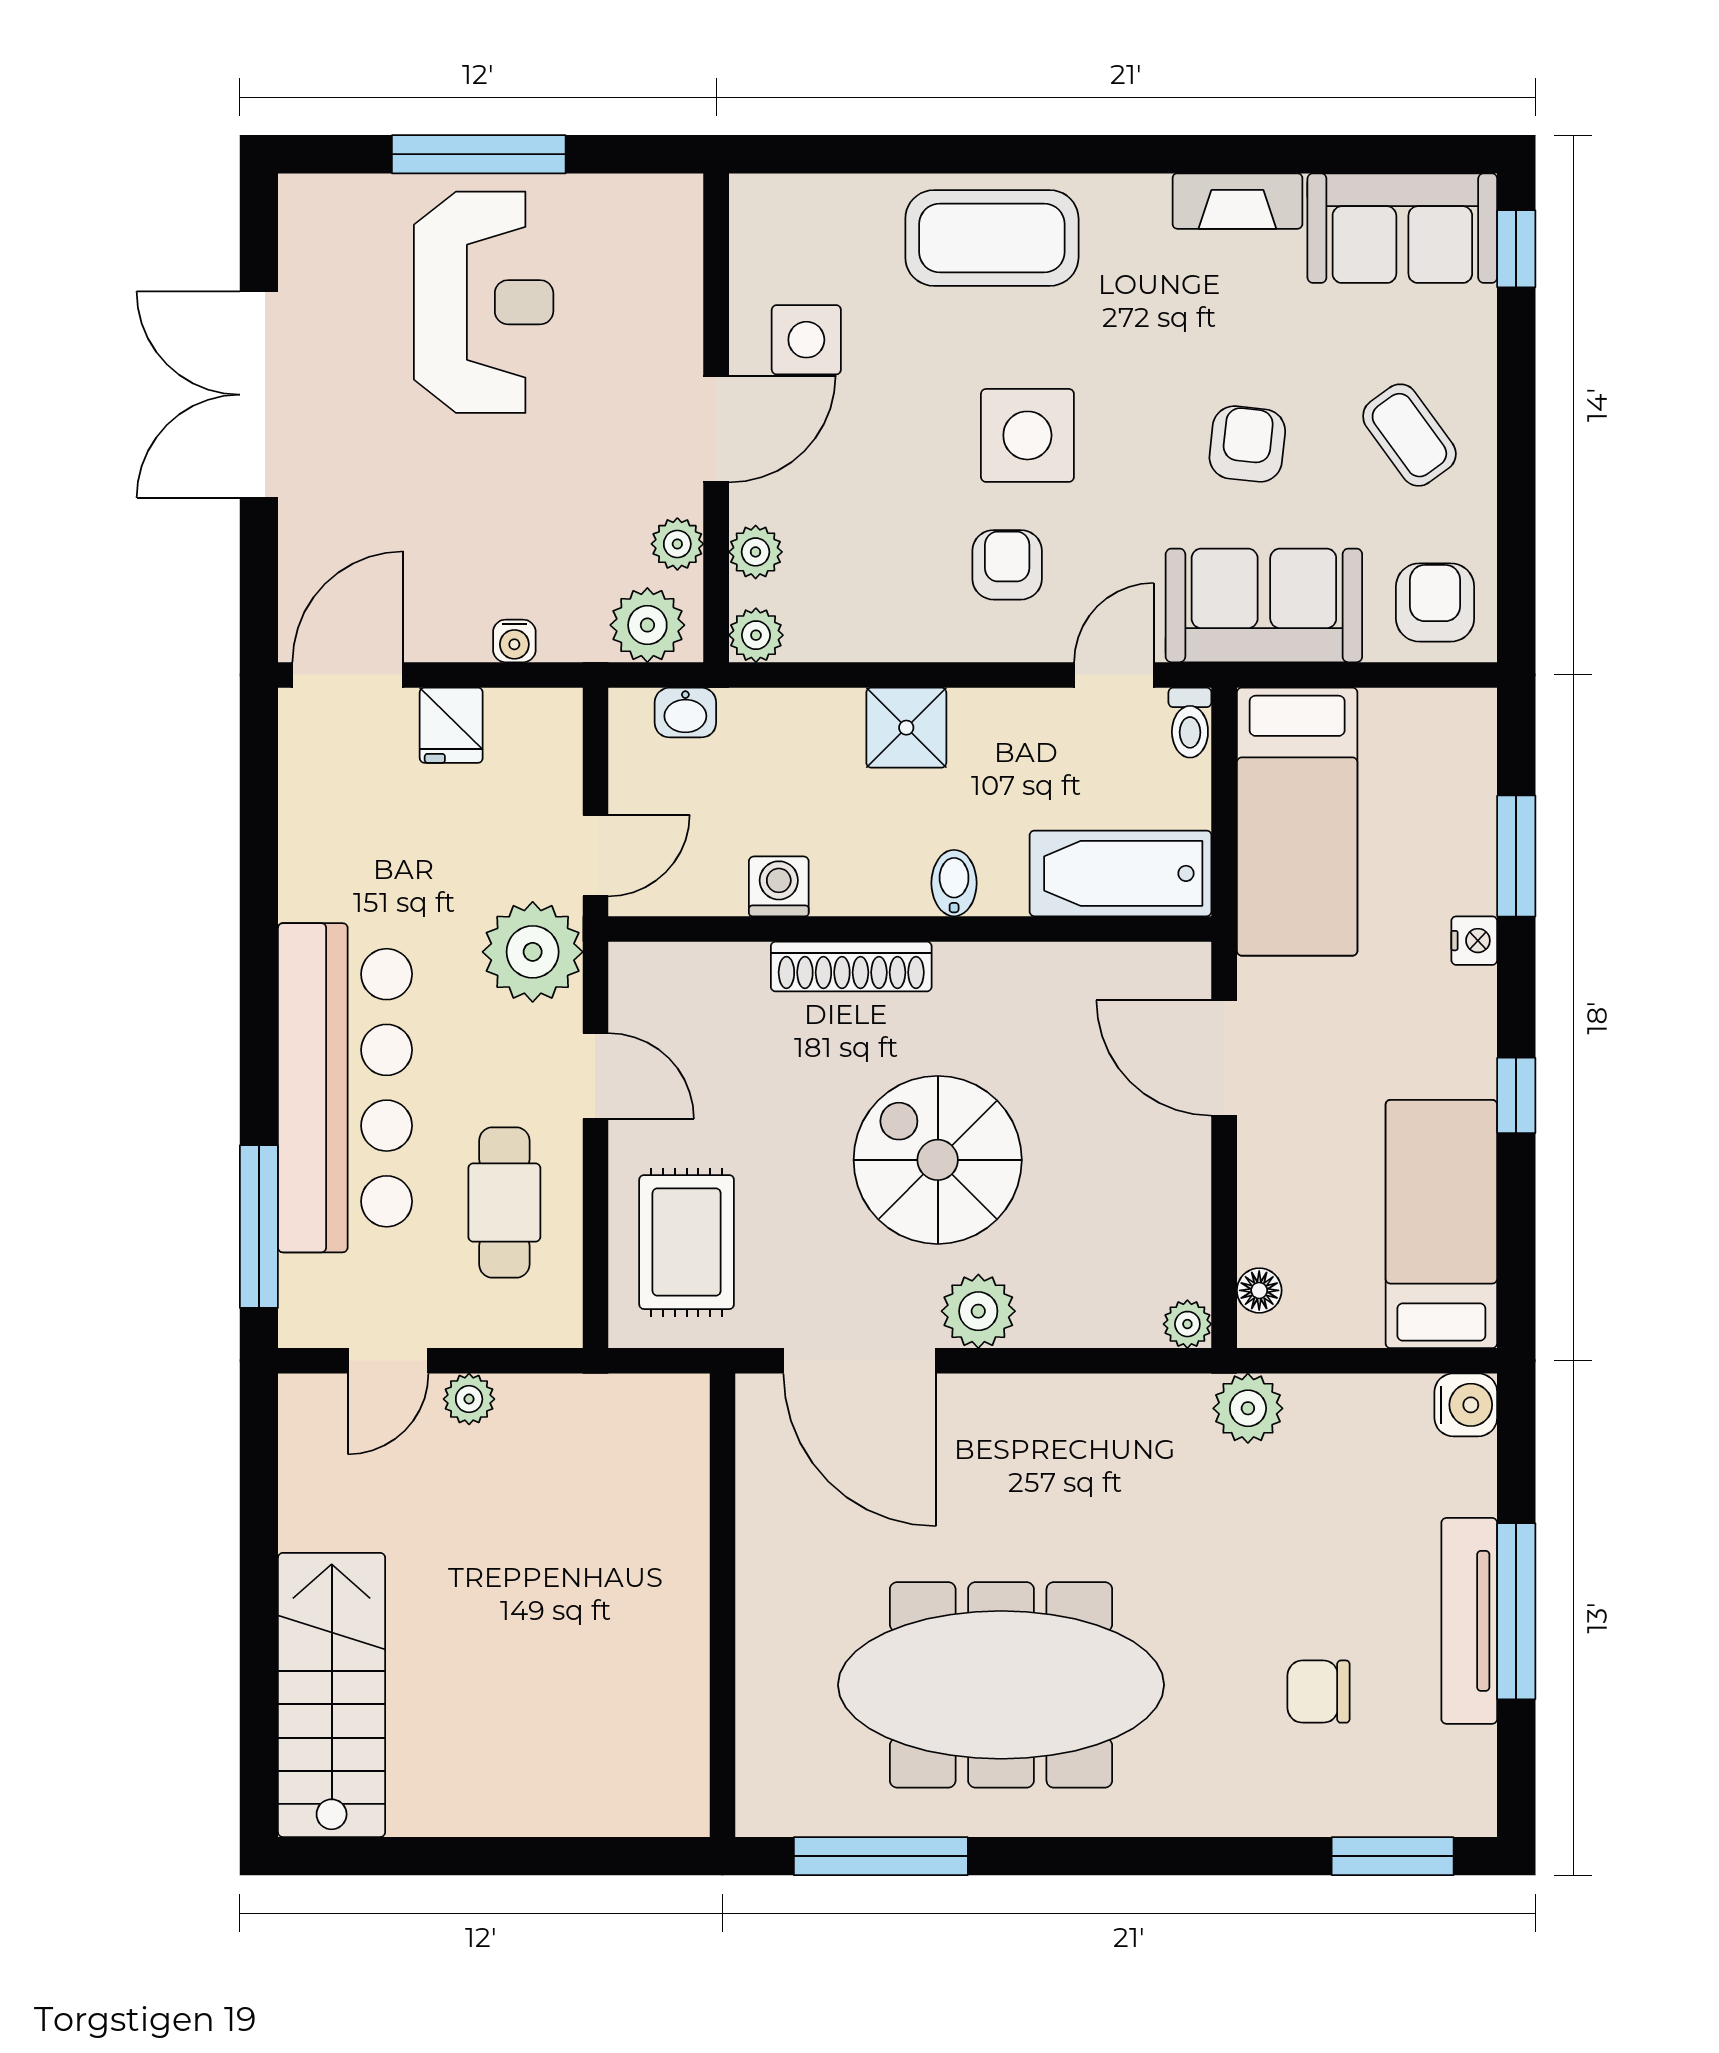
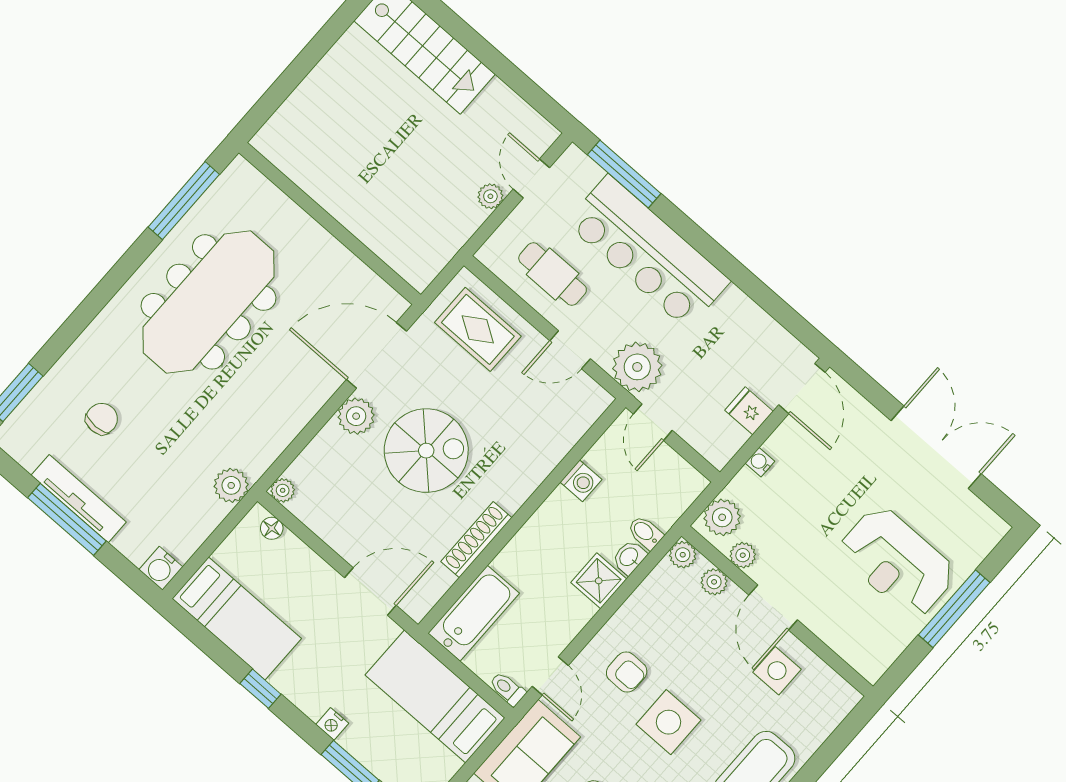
washbasin: (685, 713) -> (629, 557), moved
bidet: (954, 883) -> (645, 533), moved, turned 180
shoe rack: (851, 967) -> (476, 540), moved

